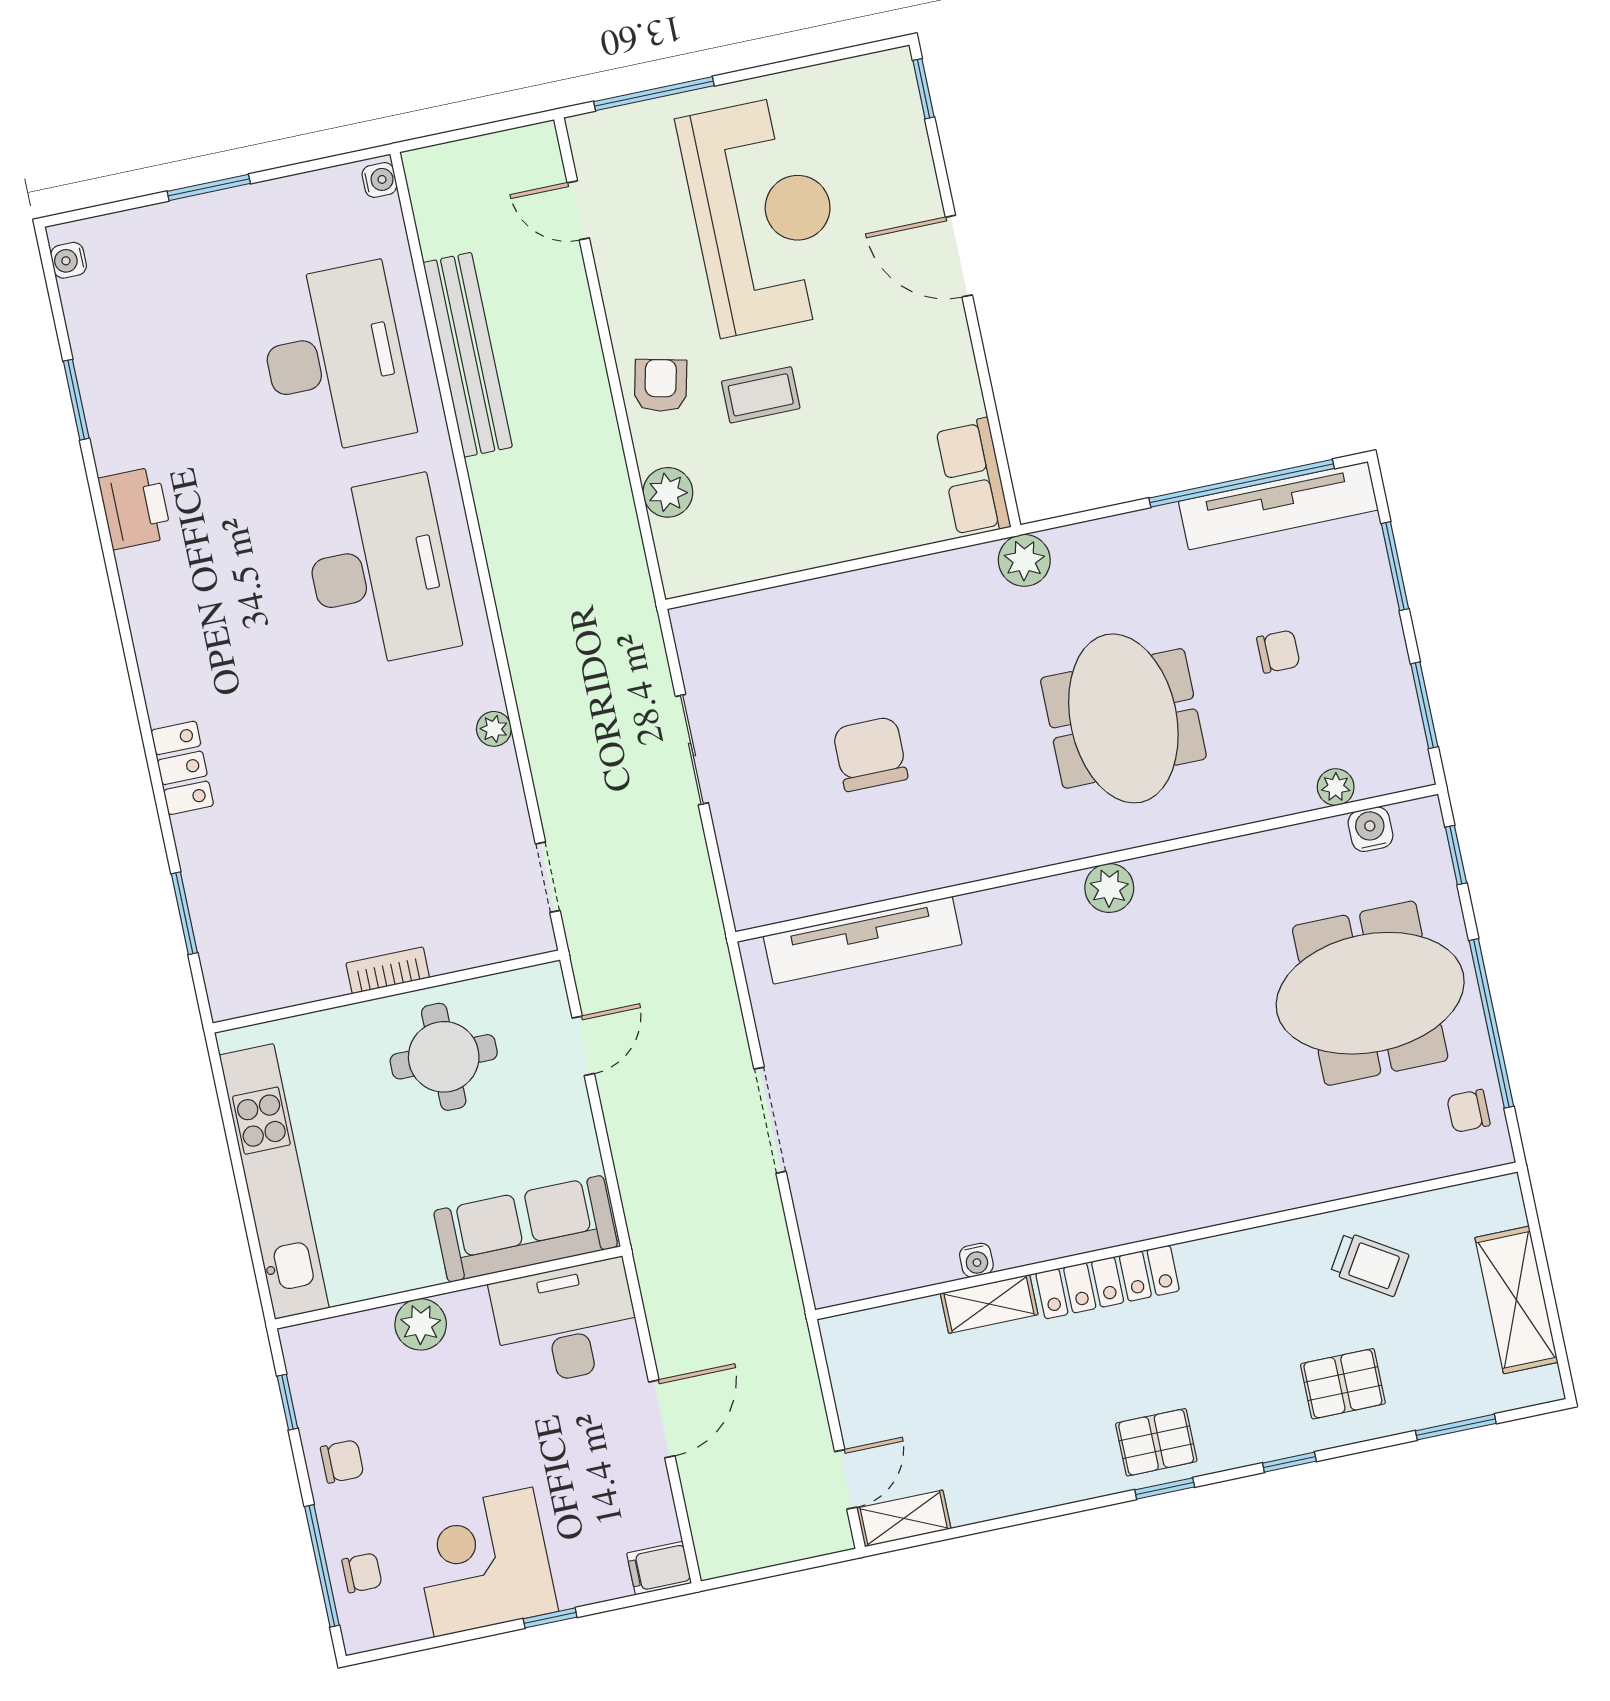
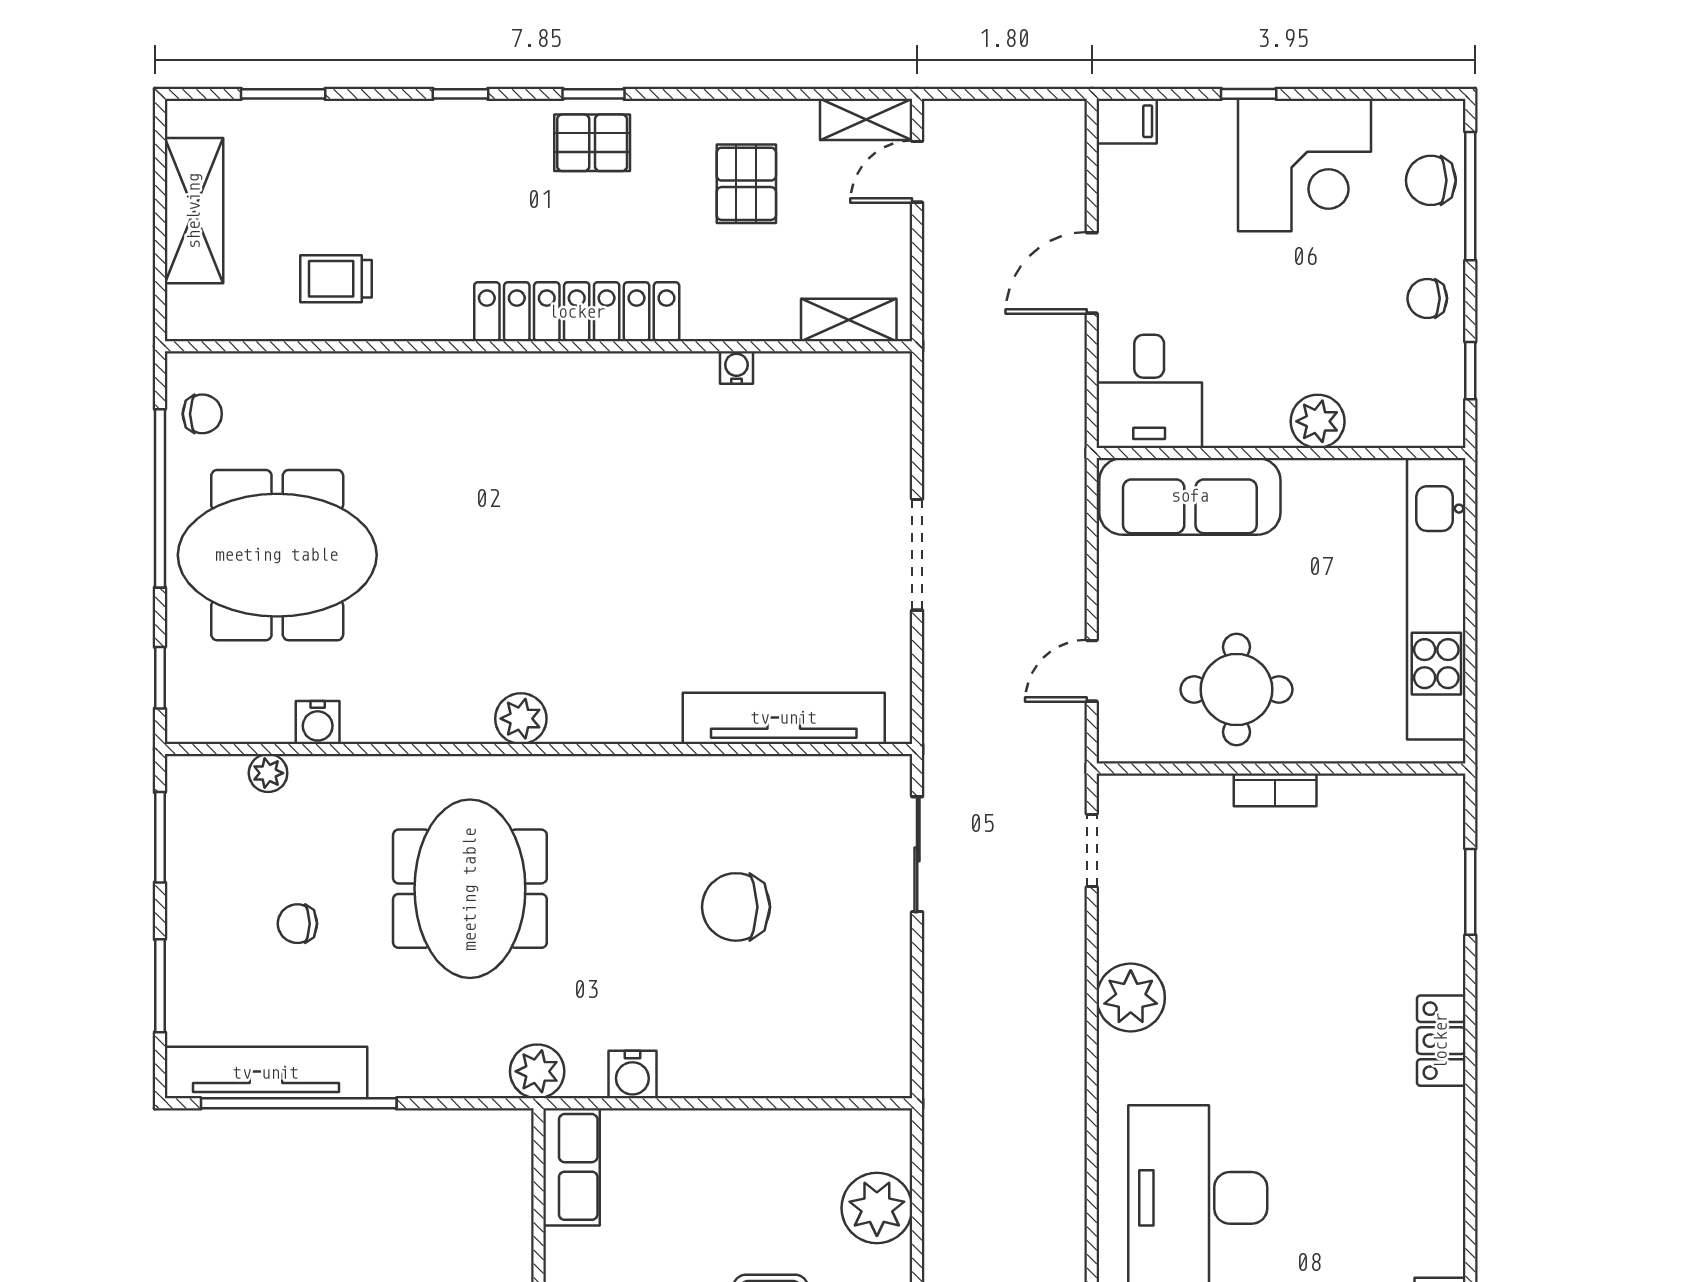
plant: (668, 492) -> (877, 1208), width x1.36, depth x1.36
water cooler: (934, 576) -> (632, 1075), added
plant: (494, 729) -> (1131, 998), width x1.88, depth x1.88
sliding door: (692, 750) -> (917, 854), moved
chair: (870, 754) -> (736, 907), turned 90
water cooler: (1370, 829) -> (318, 722), moved
trolley: (1370, 1264) -> (336, 279), turned -32
locker: (1108, 1282) -> (577, 312), width x1.41, depth x1.21
shelving: (989, 1304) -> (849, 320), moved
desk: (566, 1323) -> (1149, 391), width x0.73
pallet: (1343, 1384) -> (746, 184), moved, turned 90
chair: (362, 1573) -> (1431, 180), width x1.37, depth x1.37

